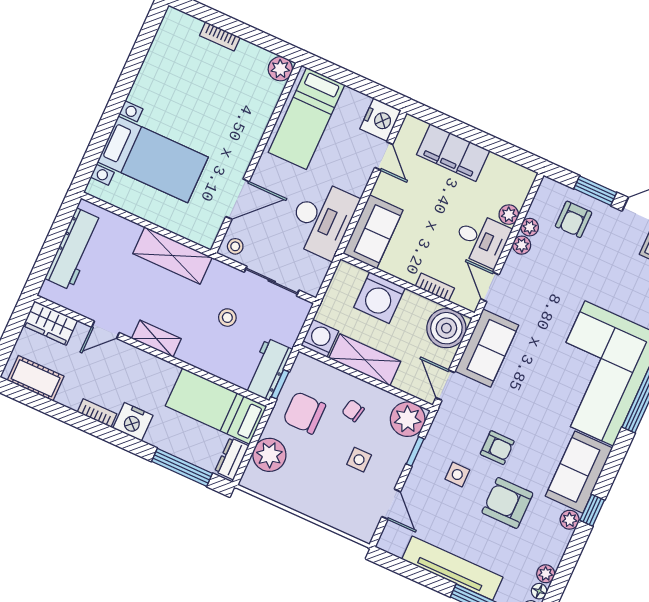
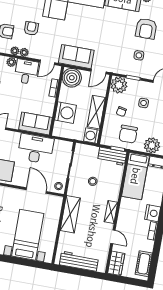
armchair: (497, 448) -> (31, 28), moved

